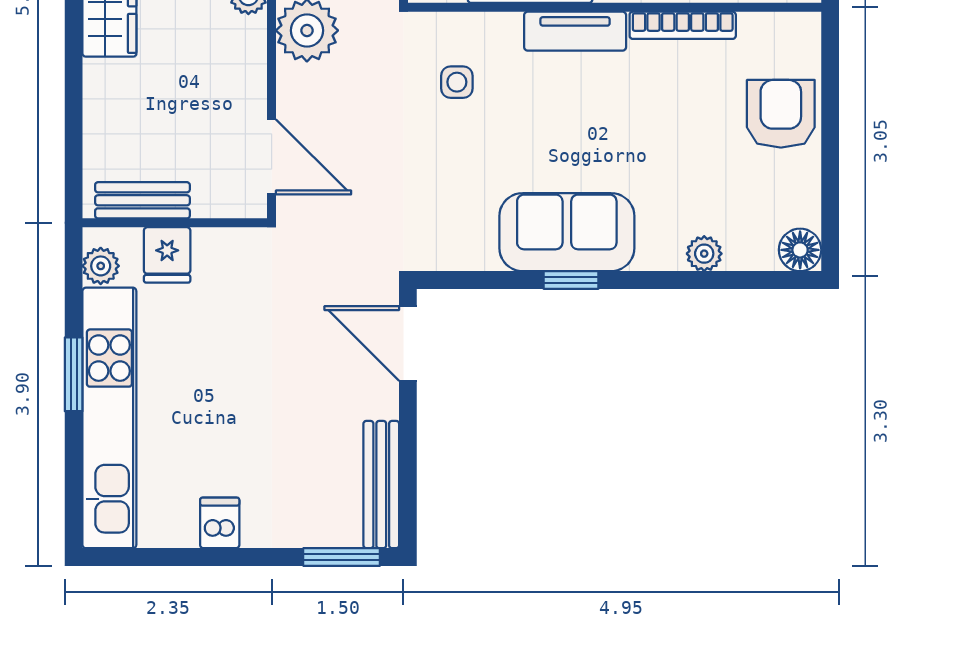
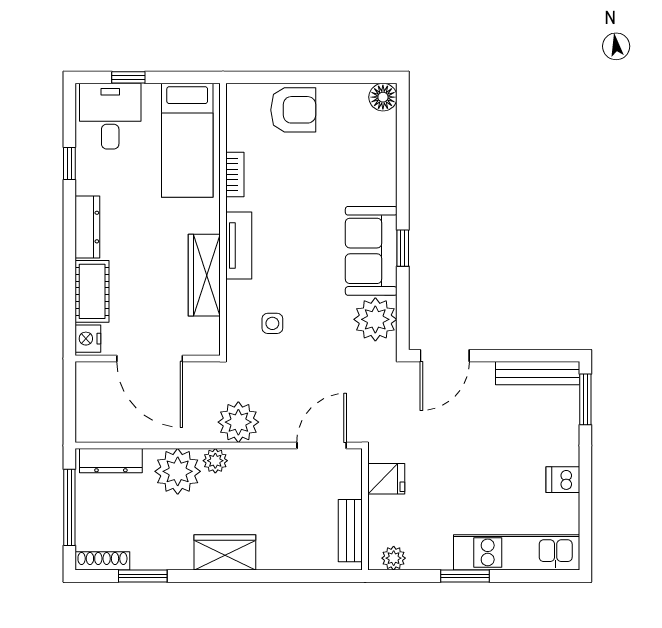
bookcase: (683, 25) -> (235, 174), width x0.64
armchair: (781, 114) -> (293, 110), turned 180
plant: (704, 254) -> (375, 319), moved, width x1.88, depth x1.88
fridge: (167, 255) -> (386, 479), moved
kitchen unit: (109, 418) -> (517, 552), width x0.73

